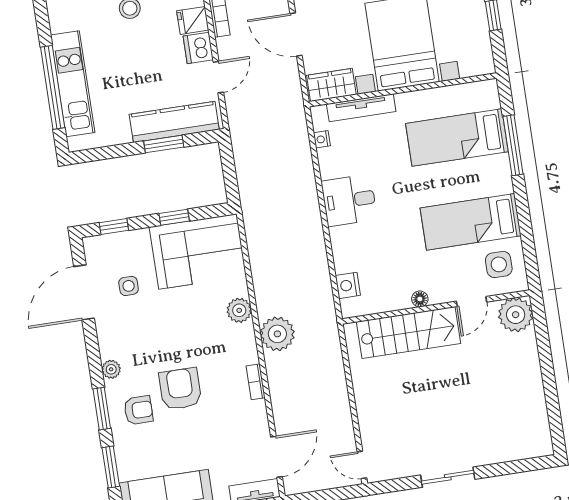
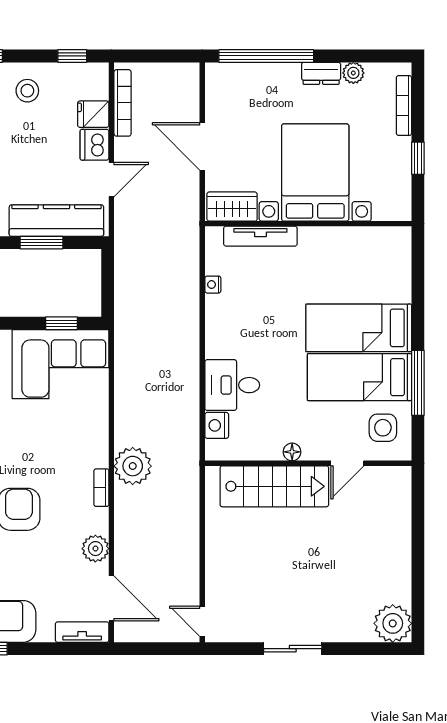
bed: (457, 138) -> (359, 328), moved
nightstand: (322, 139) -> (213, 285), moved
window: (513, 145) -> (418, 383), moved
desk: (349, 200) -> (232, 385), moved
window: (174, 217) -> (62, 323), moved
plant: (239, 310) -> (95, 549), moved
plant: (516, 315) -> (393, 623), moved
bookcase: (256, 382) -> (101, 488), moved
door: (276, 457) -> (111, 598), hinge flipped

